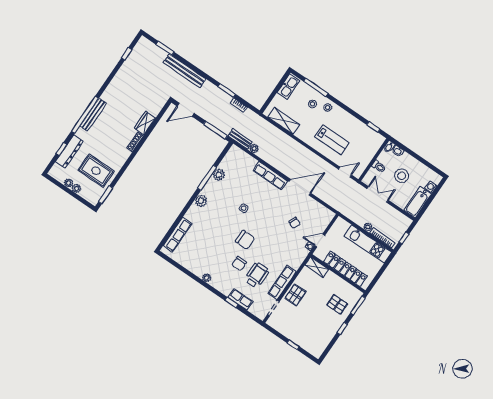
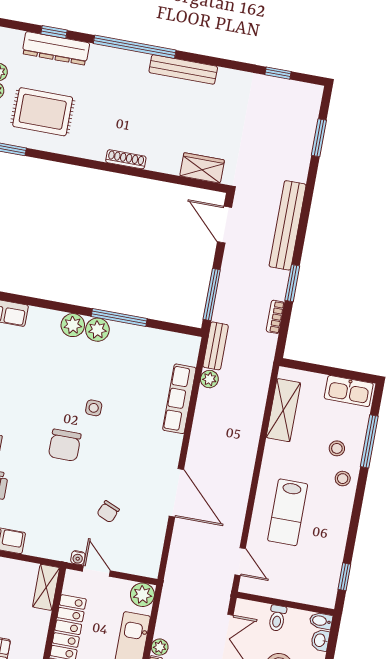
bench: (184, 71) -> (288, 225), moved
bench: (93, 115) -> (183, 69), moved
wardrobe: (145, 123) -> (202, 168), moved
rug: (96, 171) -> (43, 112), turned 90
plant: (219, 175) -> (97, 330), moved
row of seats: (270, 176) -> (179, 399), moved
plant: (340, 224) -> (142, 595), added
chair: (245, 240) -> (65, 445), moved

